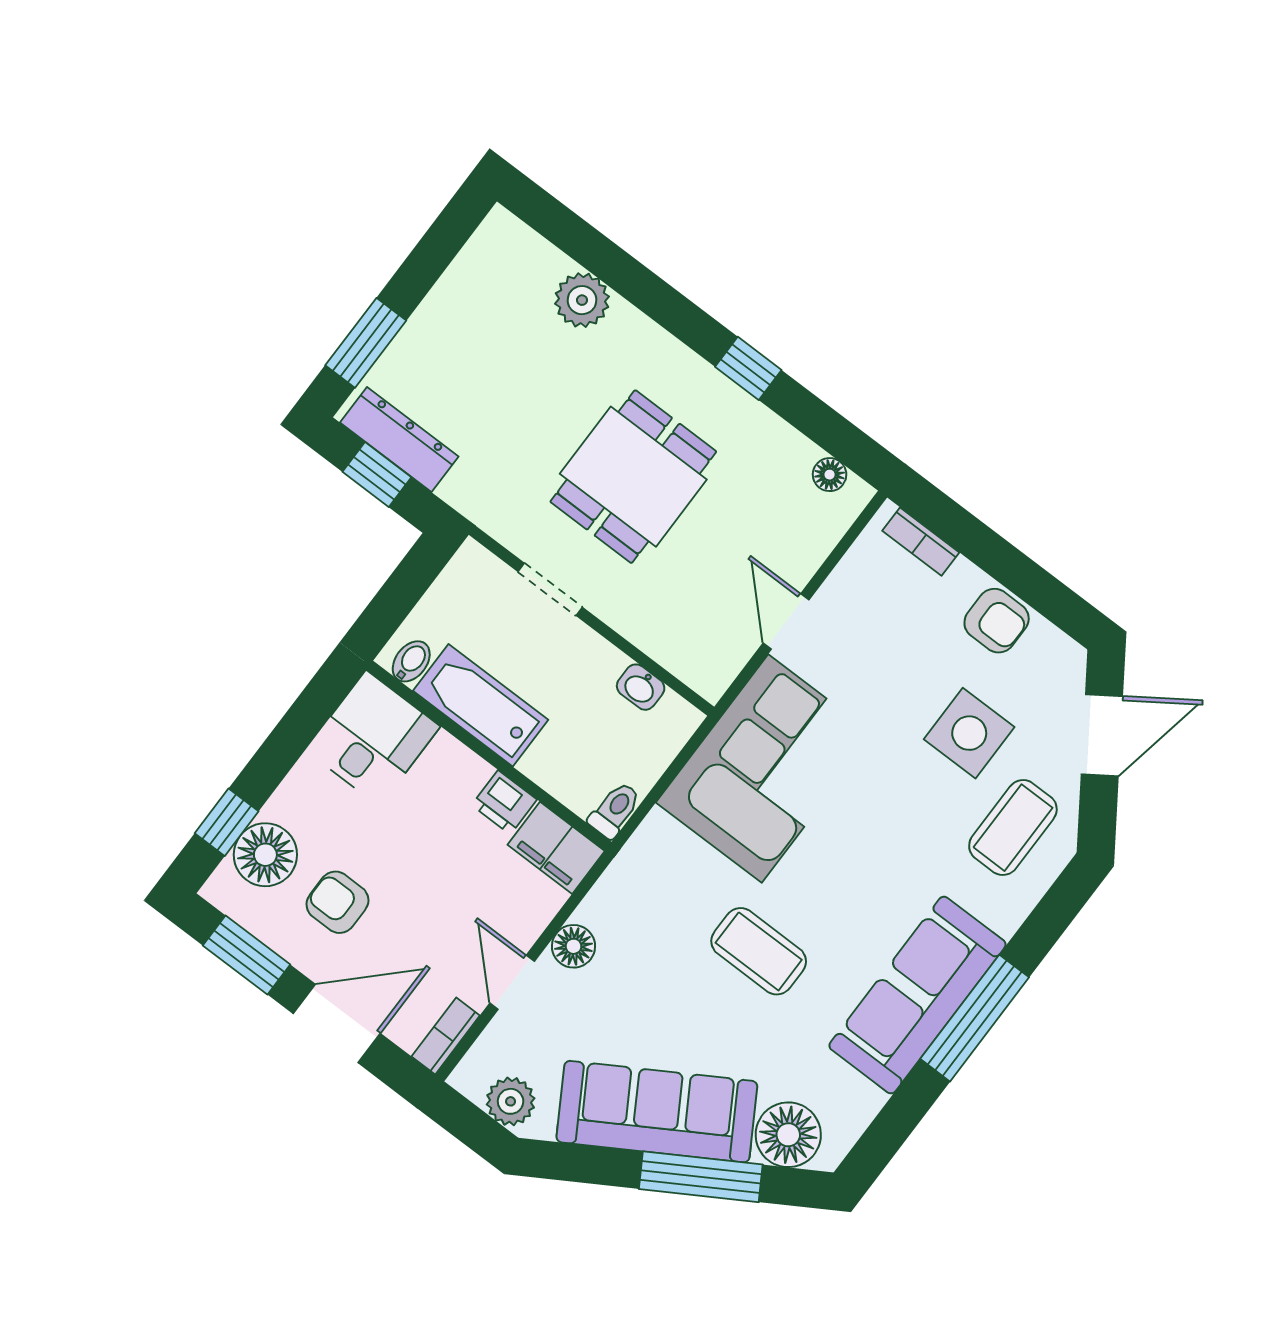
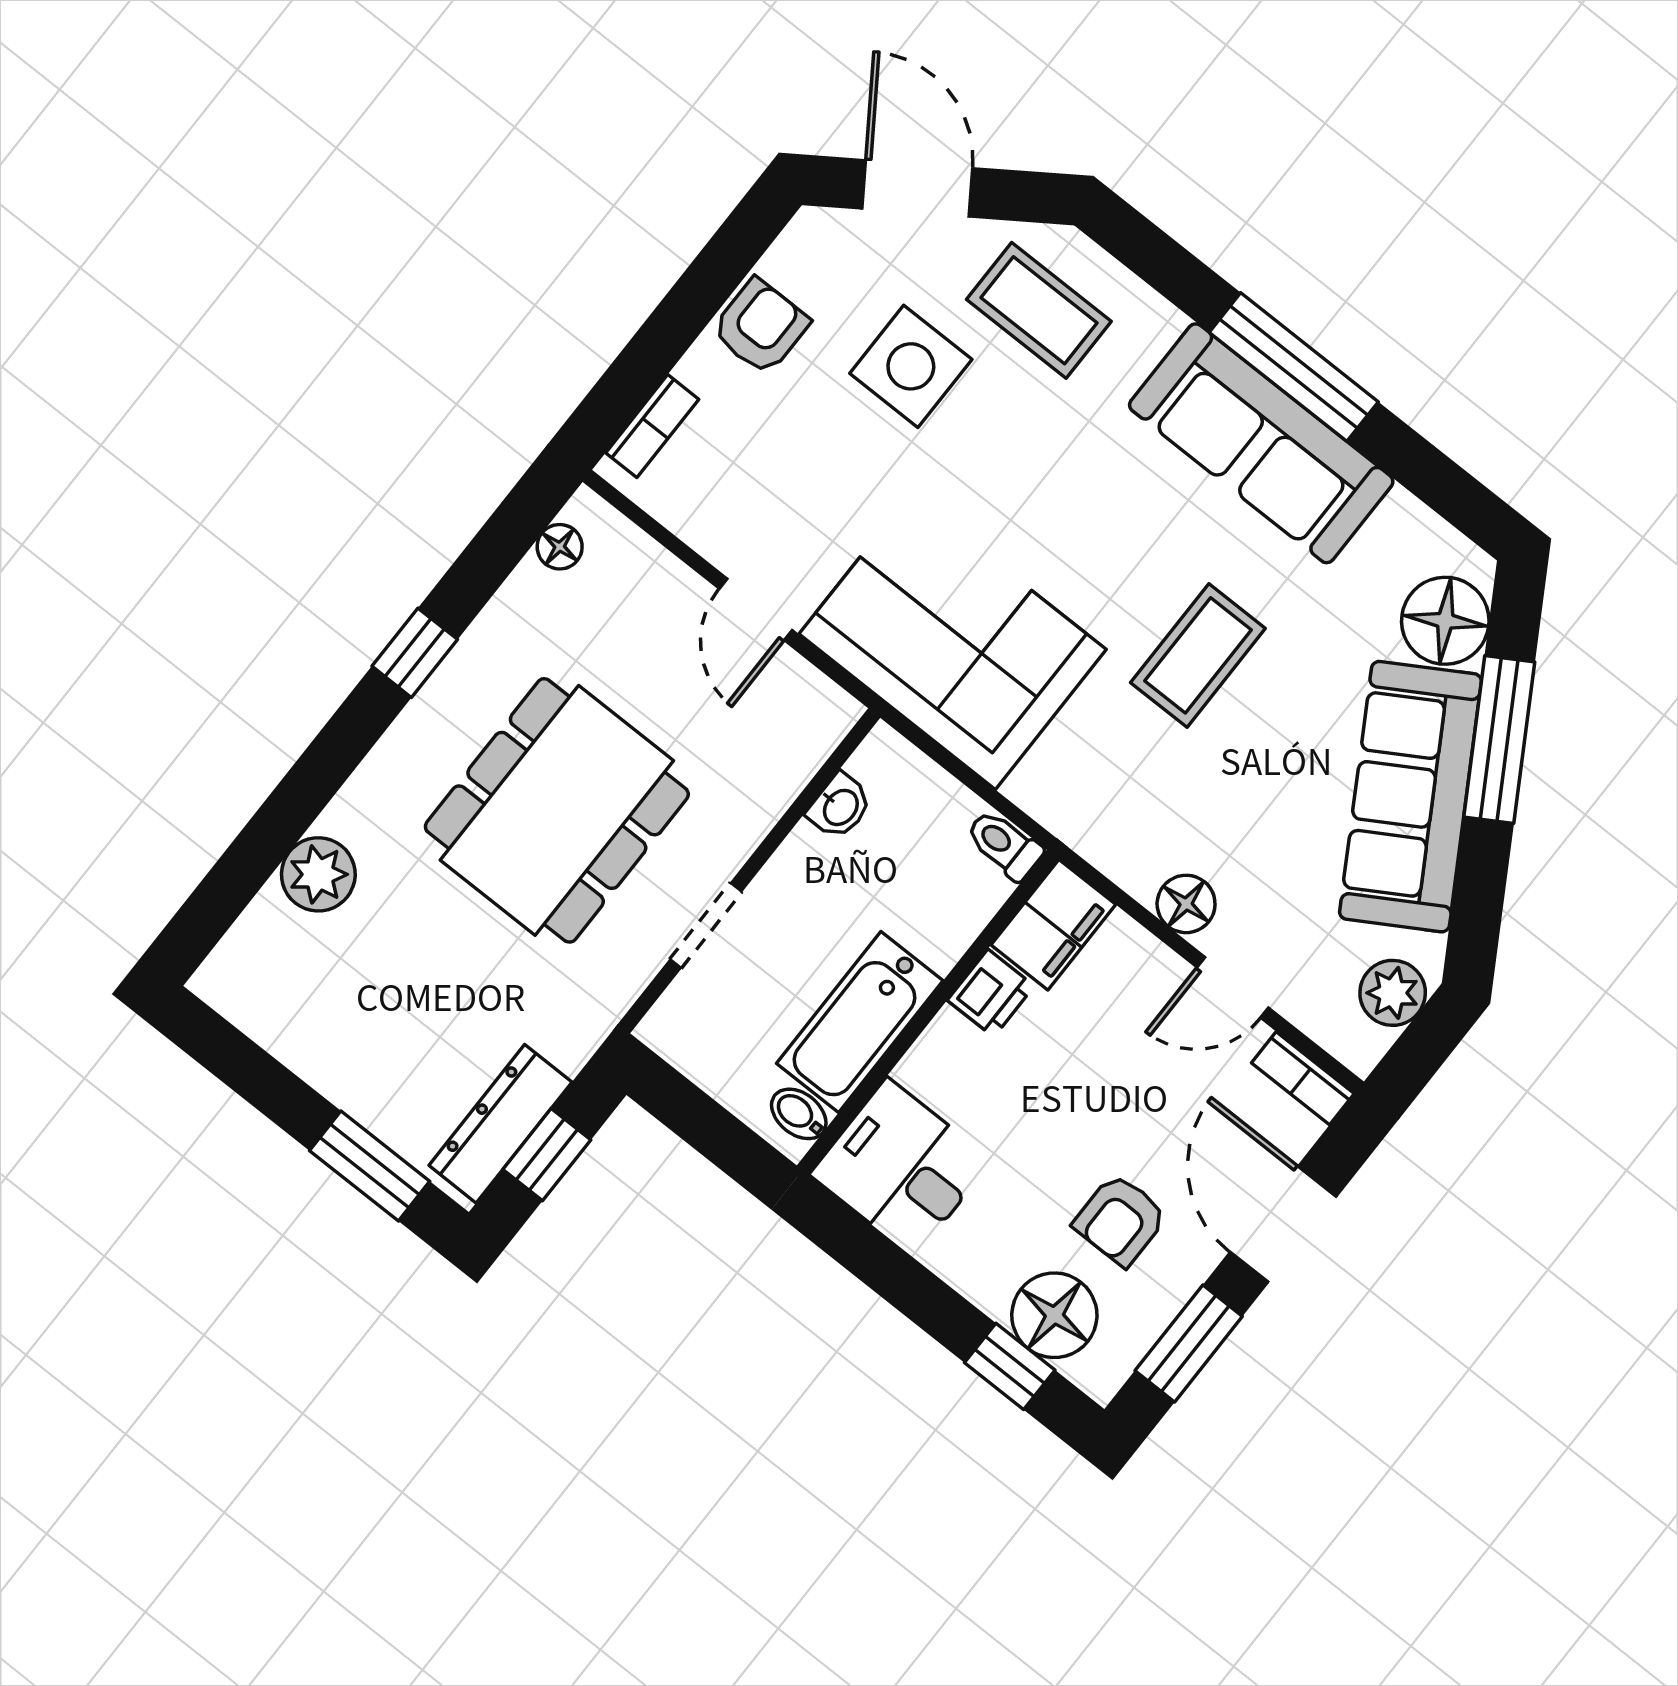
dining table: (633, 477) -> (557, 810), width x1.37
door: (786, 621) -> (756, 609), hinge flipped

